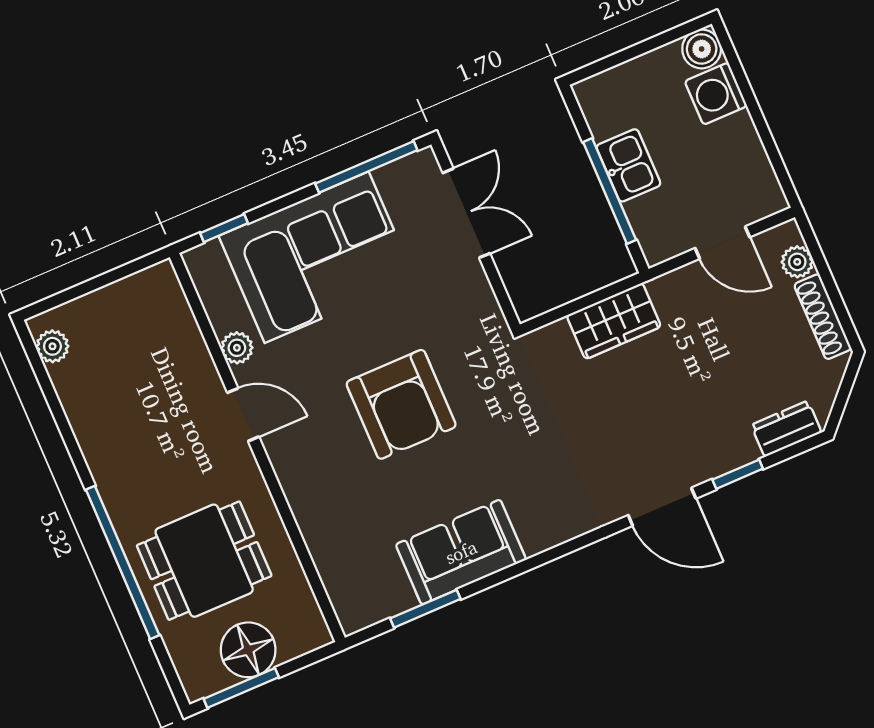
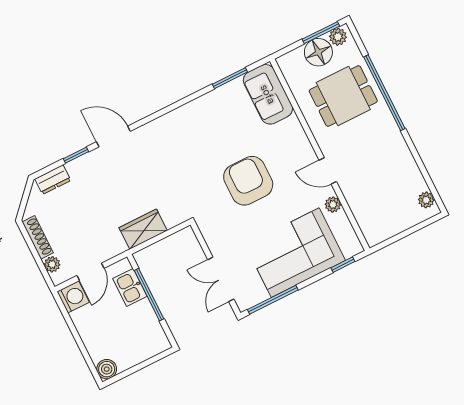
washing machine: (716, 94) -> (73, 297), moved
kitchen sink: (628, 165) -> (130, 287), moved
door: (722, 243) -> (91, 272), swing flipped
sofa: (461, 552) -> (268, 94), moved, turned 90
plant: (208, 678) -> (338, 37), added

